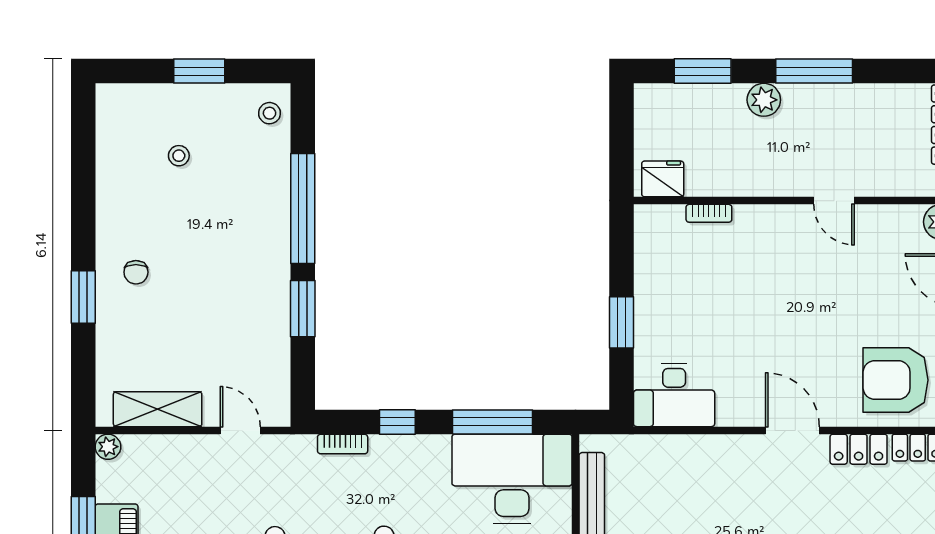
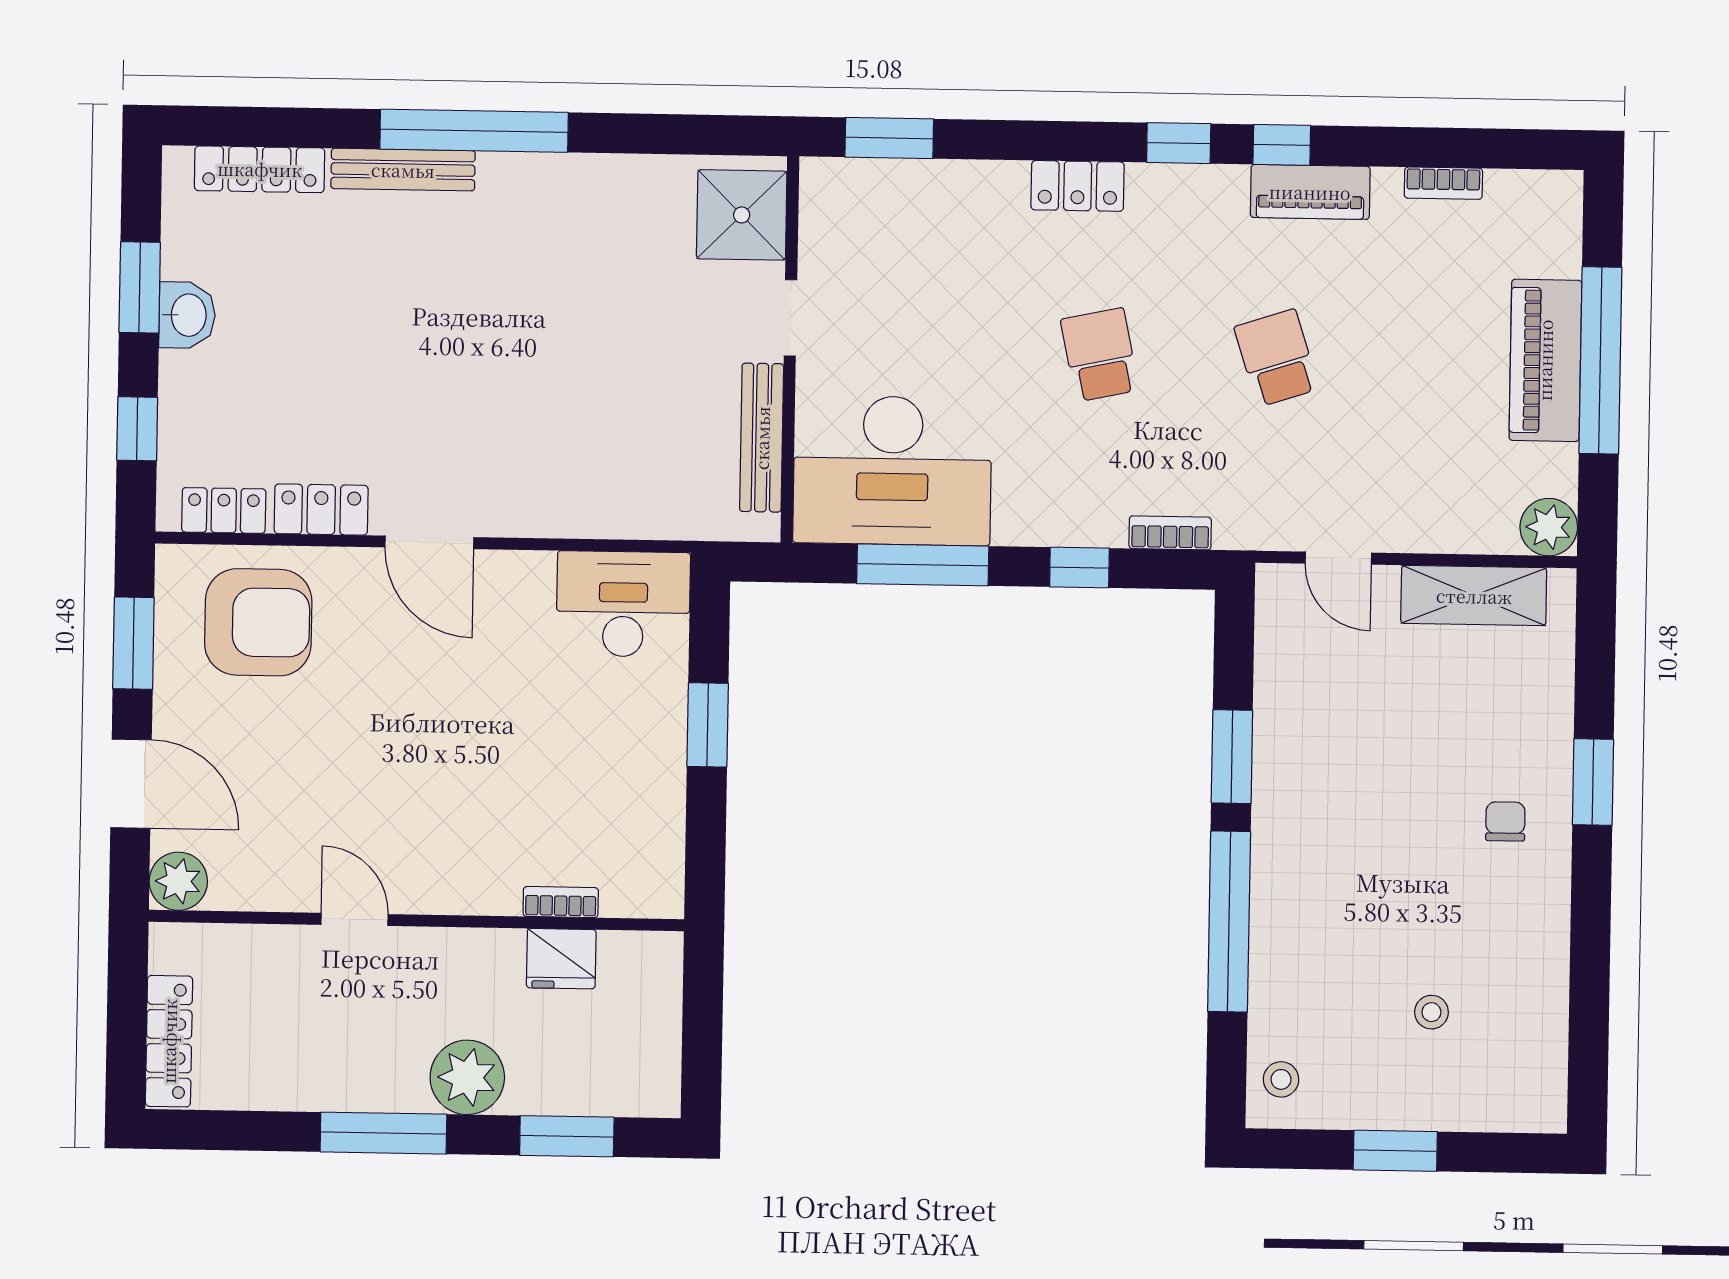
plant: (764, 100) -> (467, 1077), width x1.36, depth x1.36
fridge: (663, 179) -> (561, 959), moved
plant: (108, 447) -> (1549, 527), width x1.38, depth x1.38

